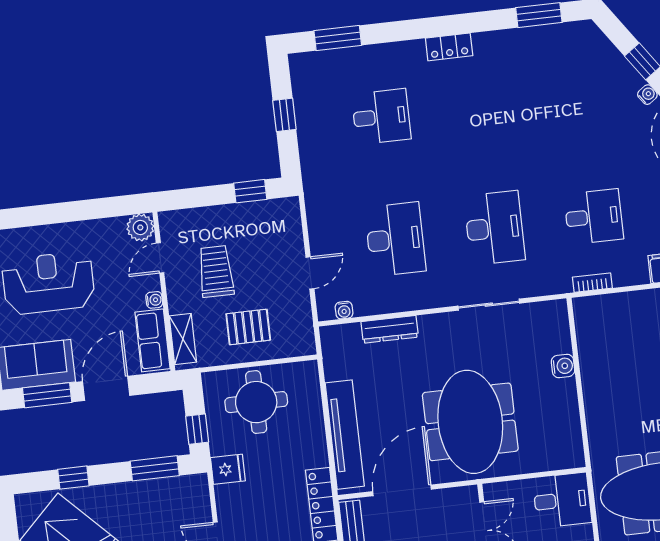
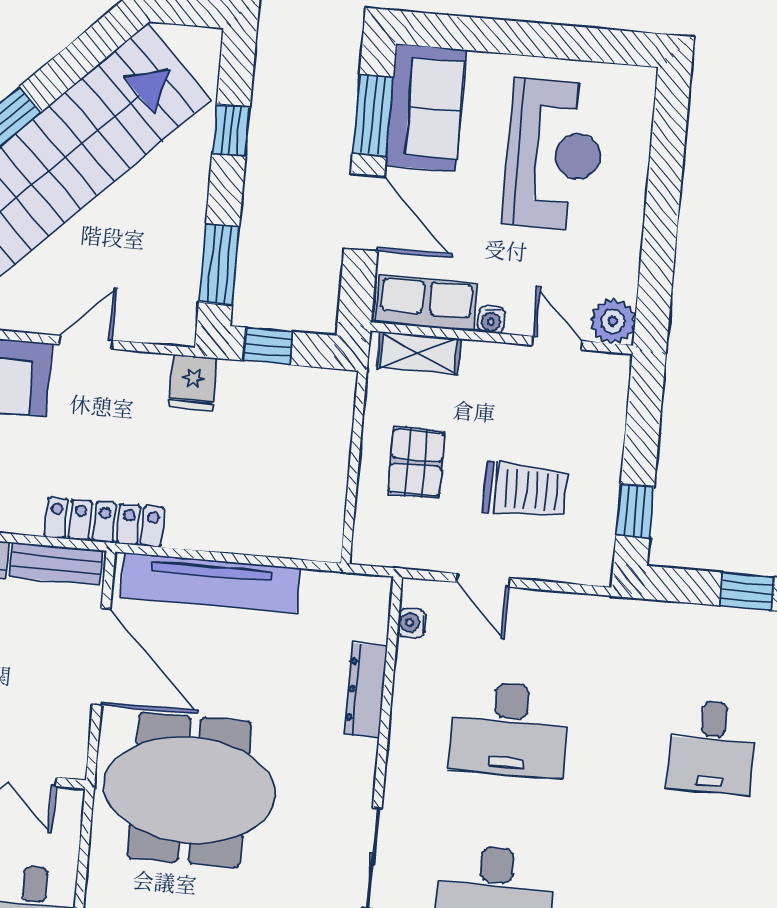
trolley: (216, 271) -> (525, 490), moved
round table: (256, 402) -> (292, 451), removed

